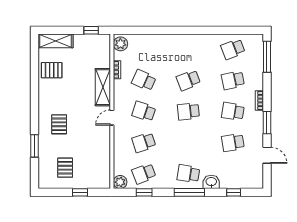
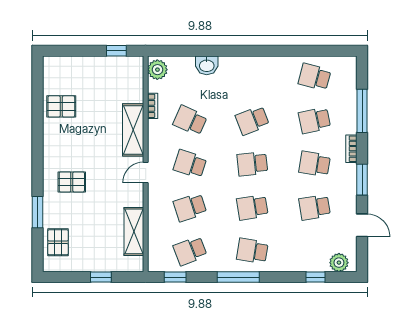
shelving: (56, 41) -> (134, 231), moved, turned 90
school desk: (233, 49) -> (315, 77), turned 36
window: (267, 57) -> (362, 111), moved
pallet: (59, 124) -> (72, 182), turned 90
school desk: (188, 142) -> (252, 207), added
pallet: (65, 168) -> (58, 242), moved
plant: (120, 182) -> (339, 263), moved
washbasin: (211, 182) -> (207, 65), moved, turned 180
window: (144, 192) -> (175, 277), moved
window: (189, 192) -> (238, 277), moved

